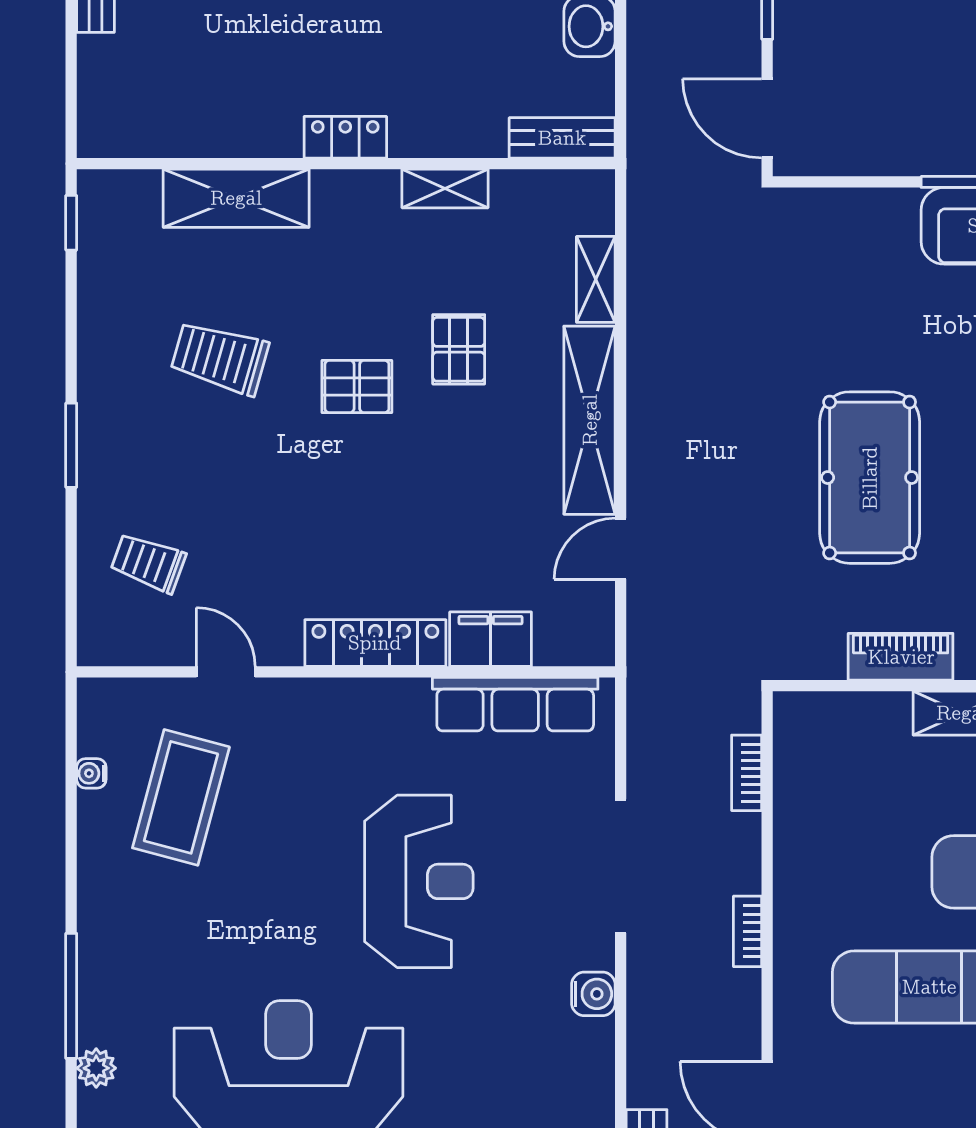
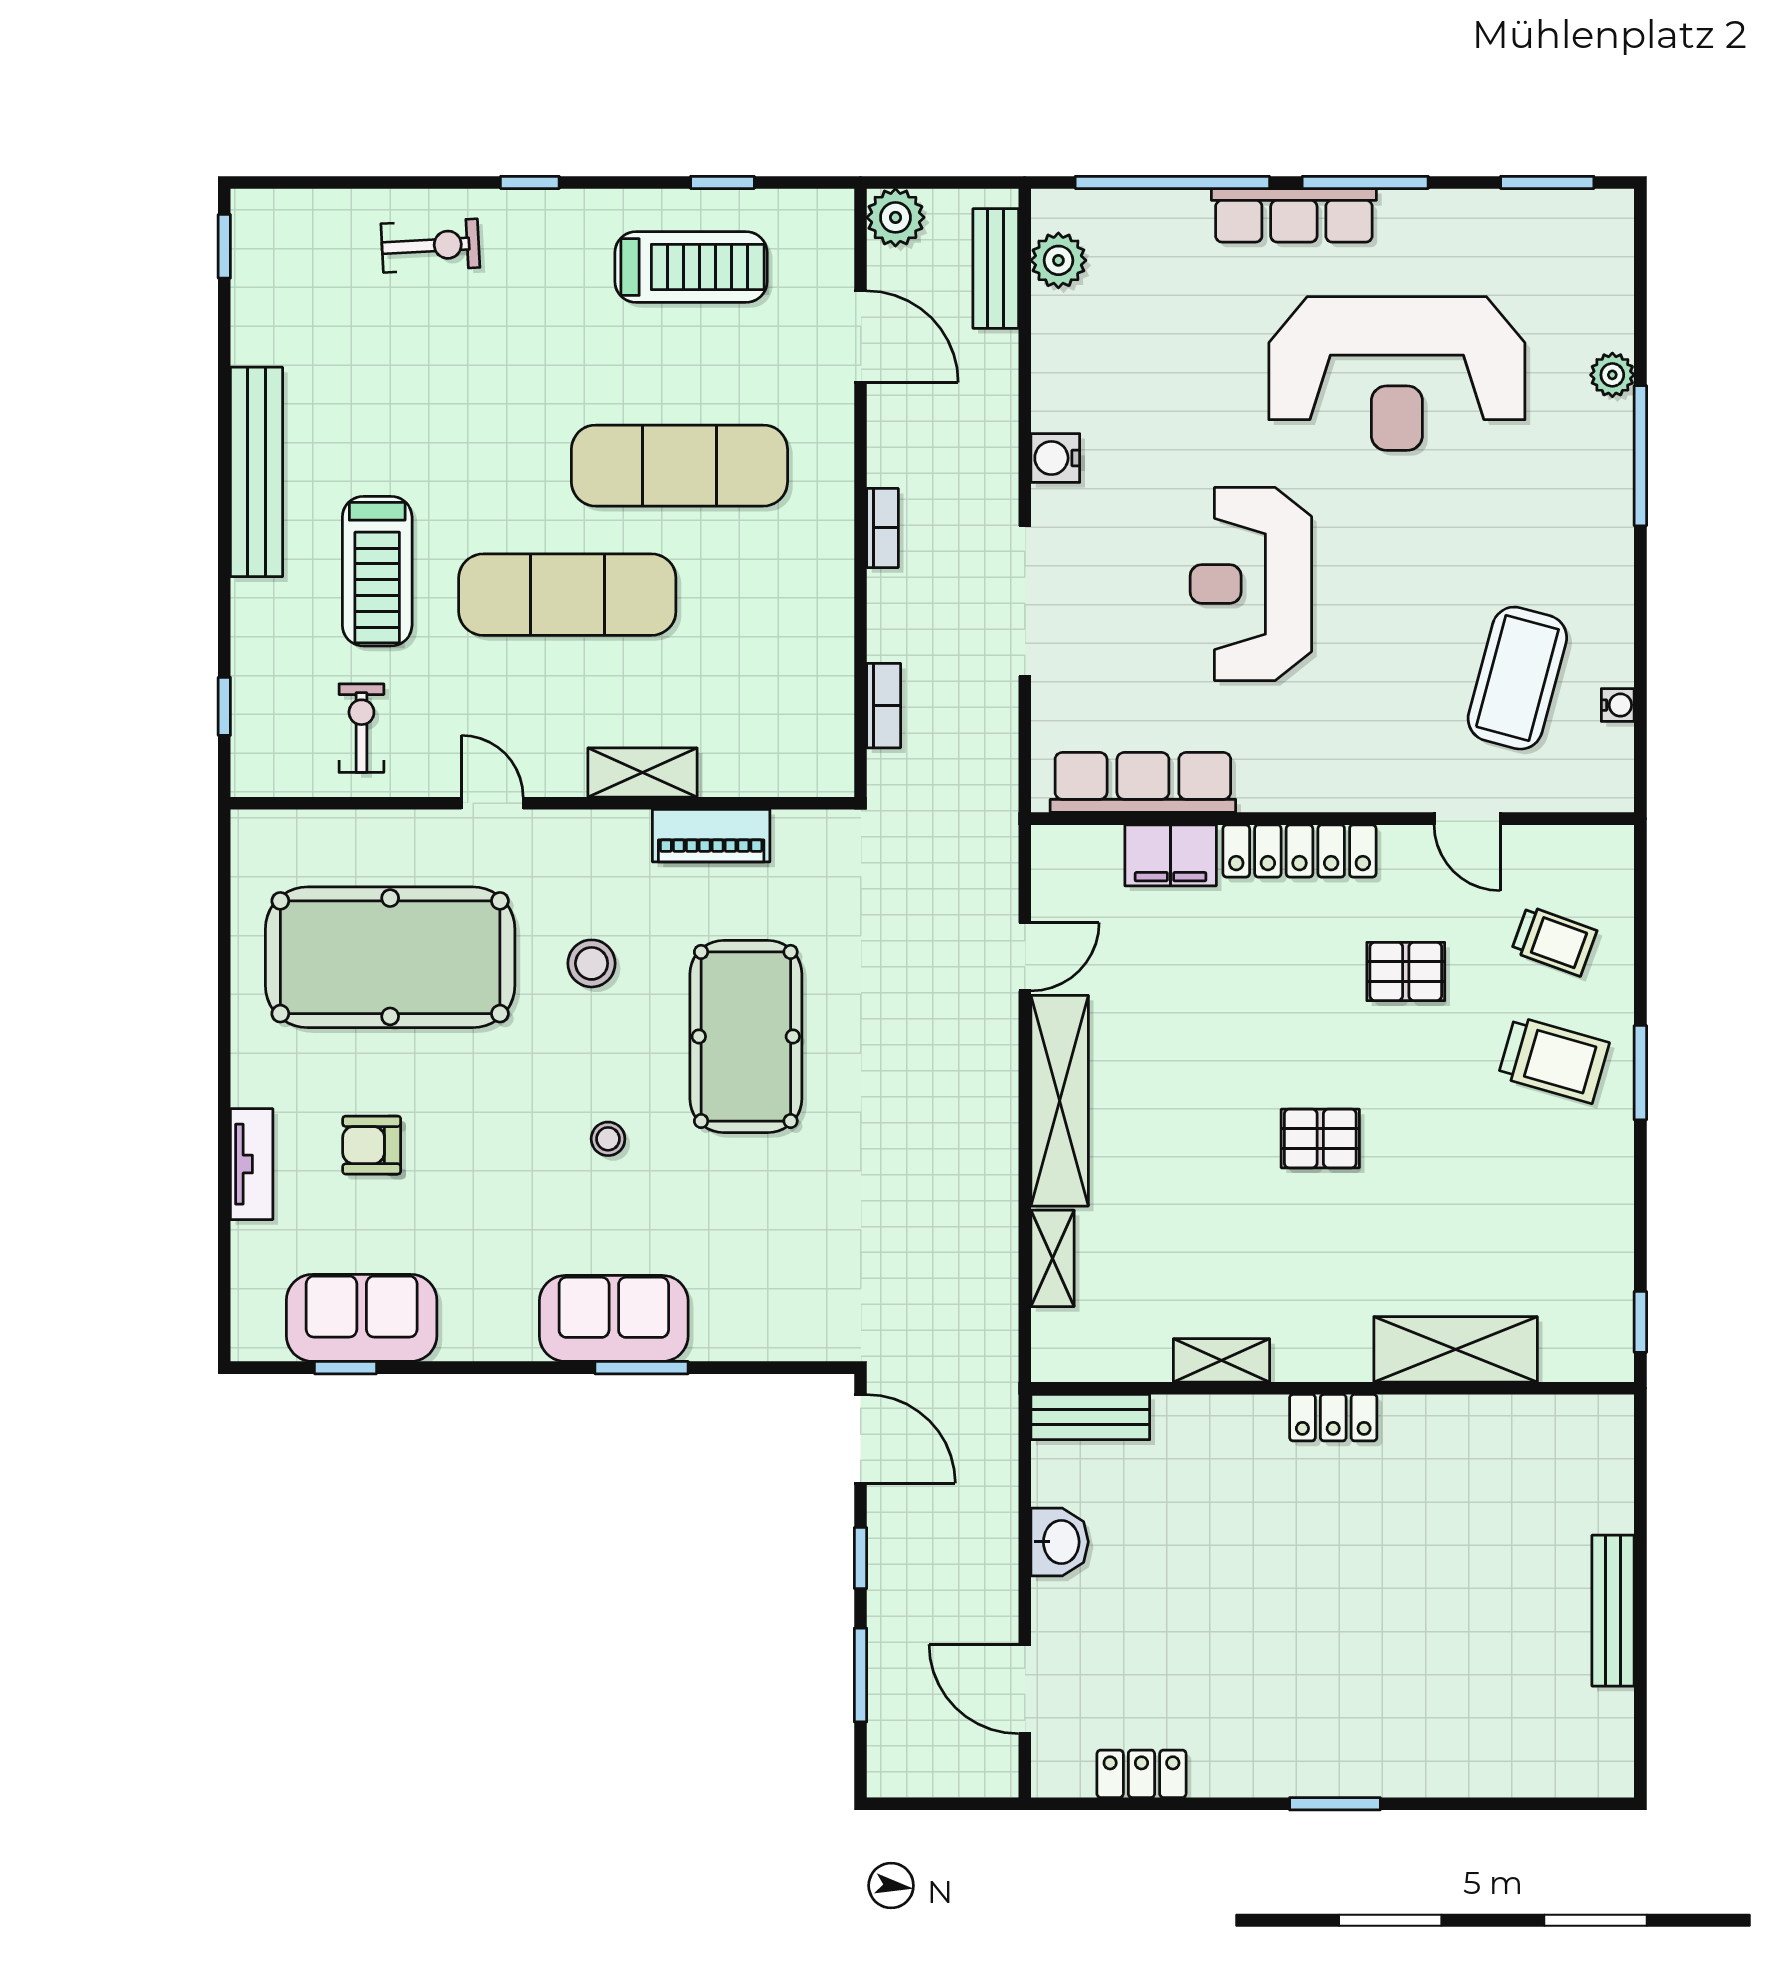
pallet: (459, 349) -> (1406, 971), moved, turned 90
trolley: (220, 358) -> (1554, 1060), moved

